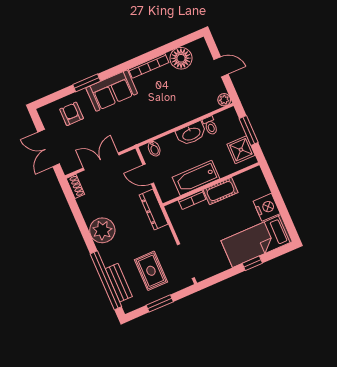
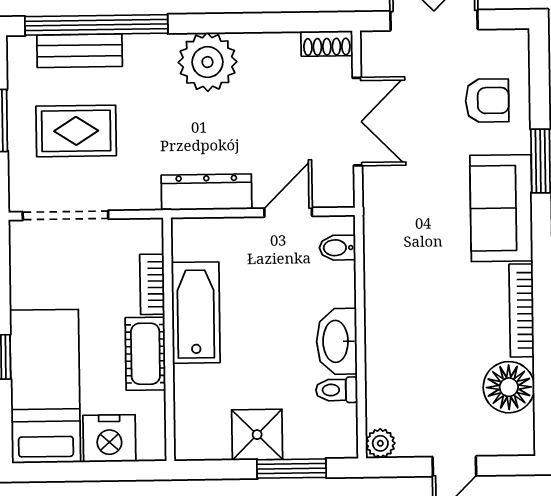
bathtub: (196, 178) -> (196, 313), moved
wall: (211, 184) -> (169, 339), moved
cot: (221, 191) -> (145, 354), moved
bookcase: (192, 200) -> (152, 284), moved

